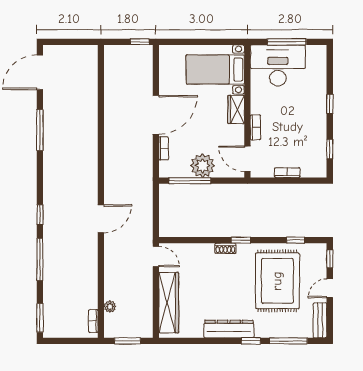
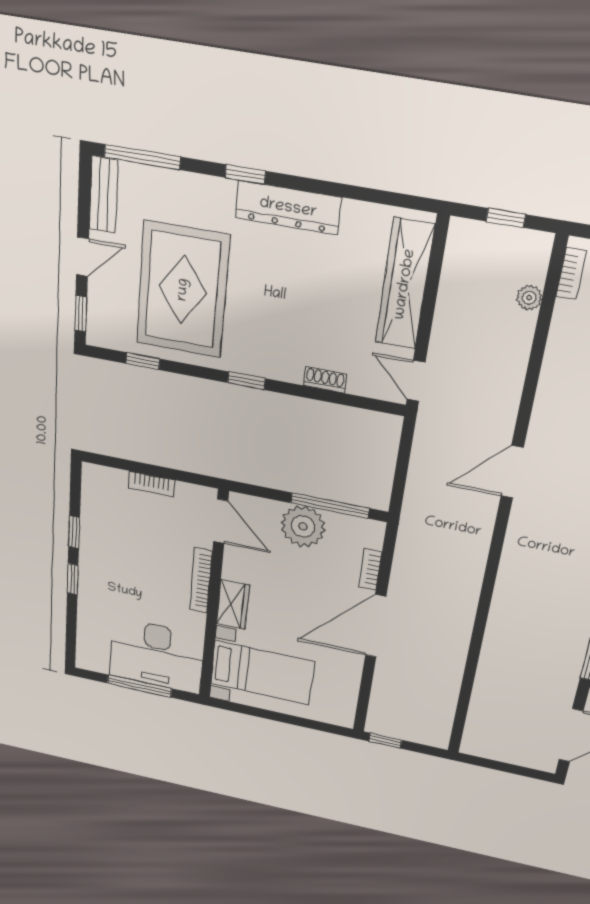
bookcase: (255, 127) -> (201, 581), width x1.56
window: (330, 149) -> (74, 532), moved
shoe rack: (225, 248) -> (325, 380), moved
window: (127, 341) -> (506, 218), width x0.67
window: (288, 341) -> (142, 157), moved

